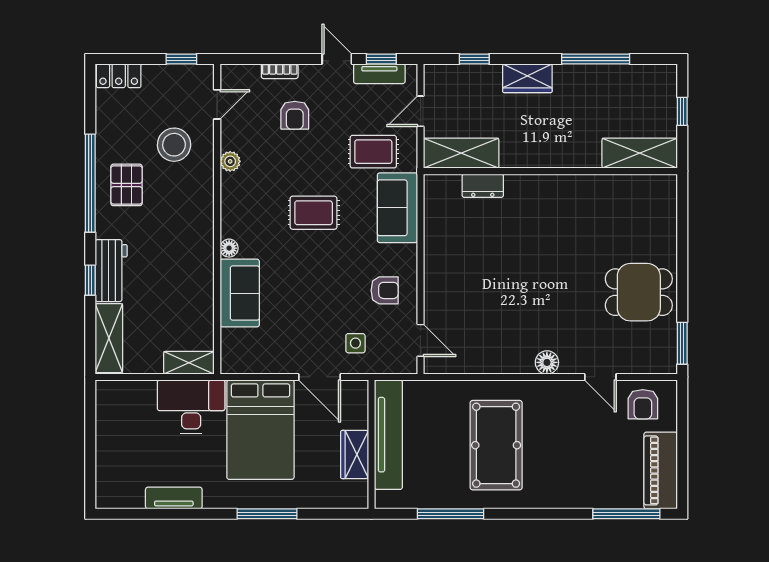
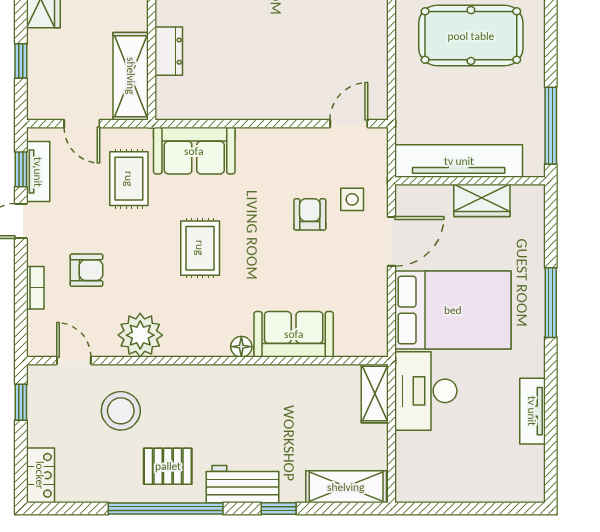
plant: (230, 161) -> (140, 335), width x1.88, depth x1.88
workbench: (111, 271) -> (242, 484), moved
armchair: (385, 290) -> (310, 214), moved
window: (451, 514) -> (551, 126), moved

